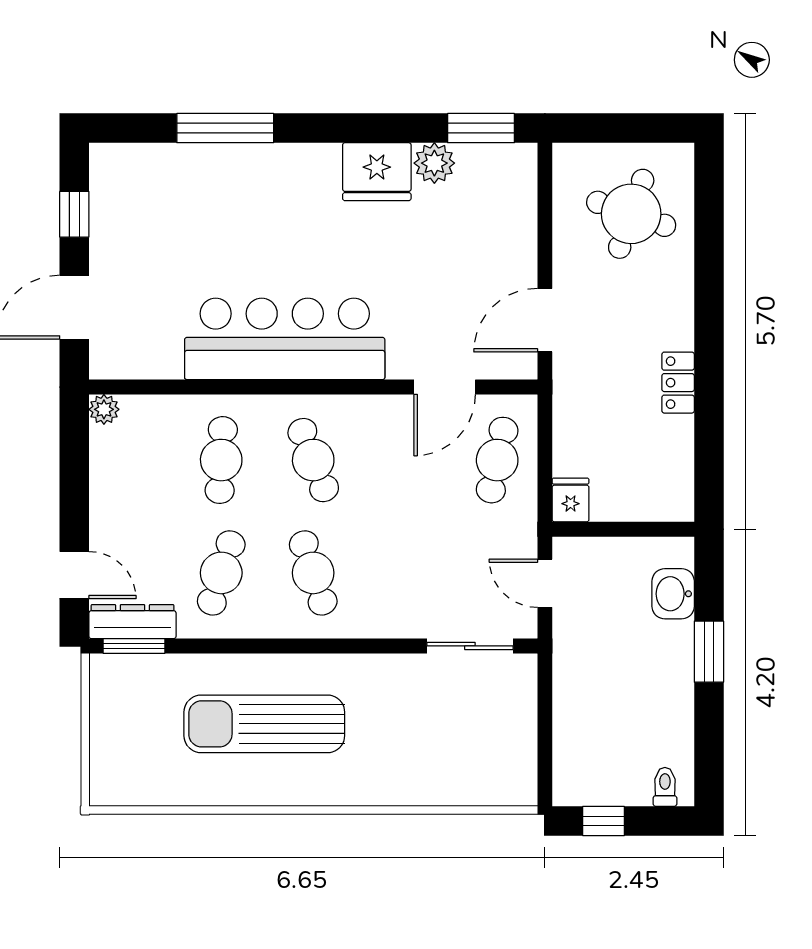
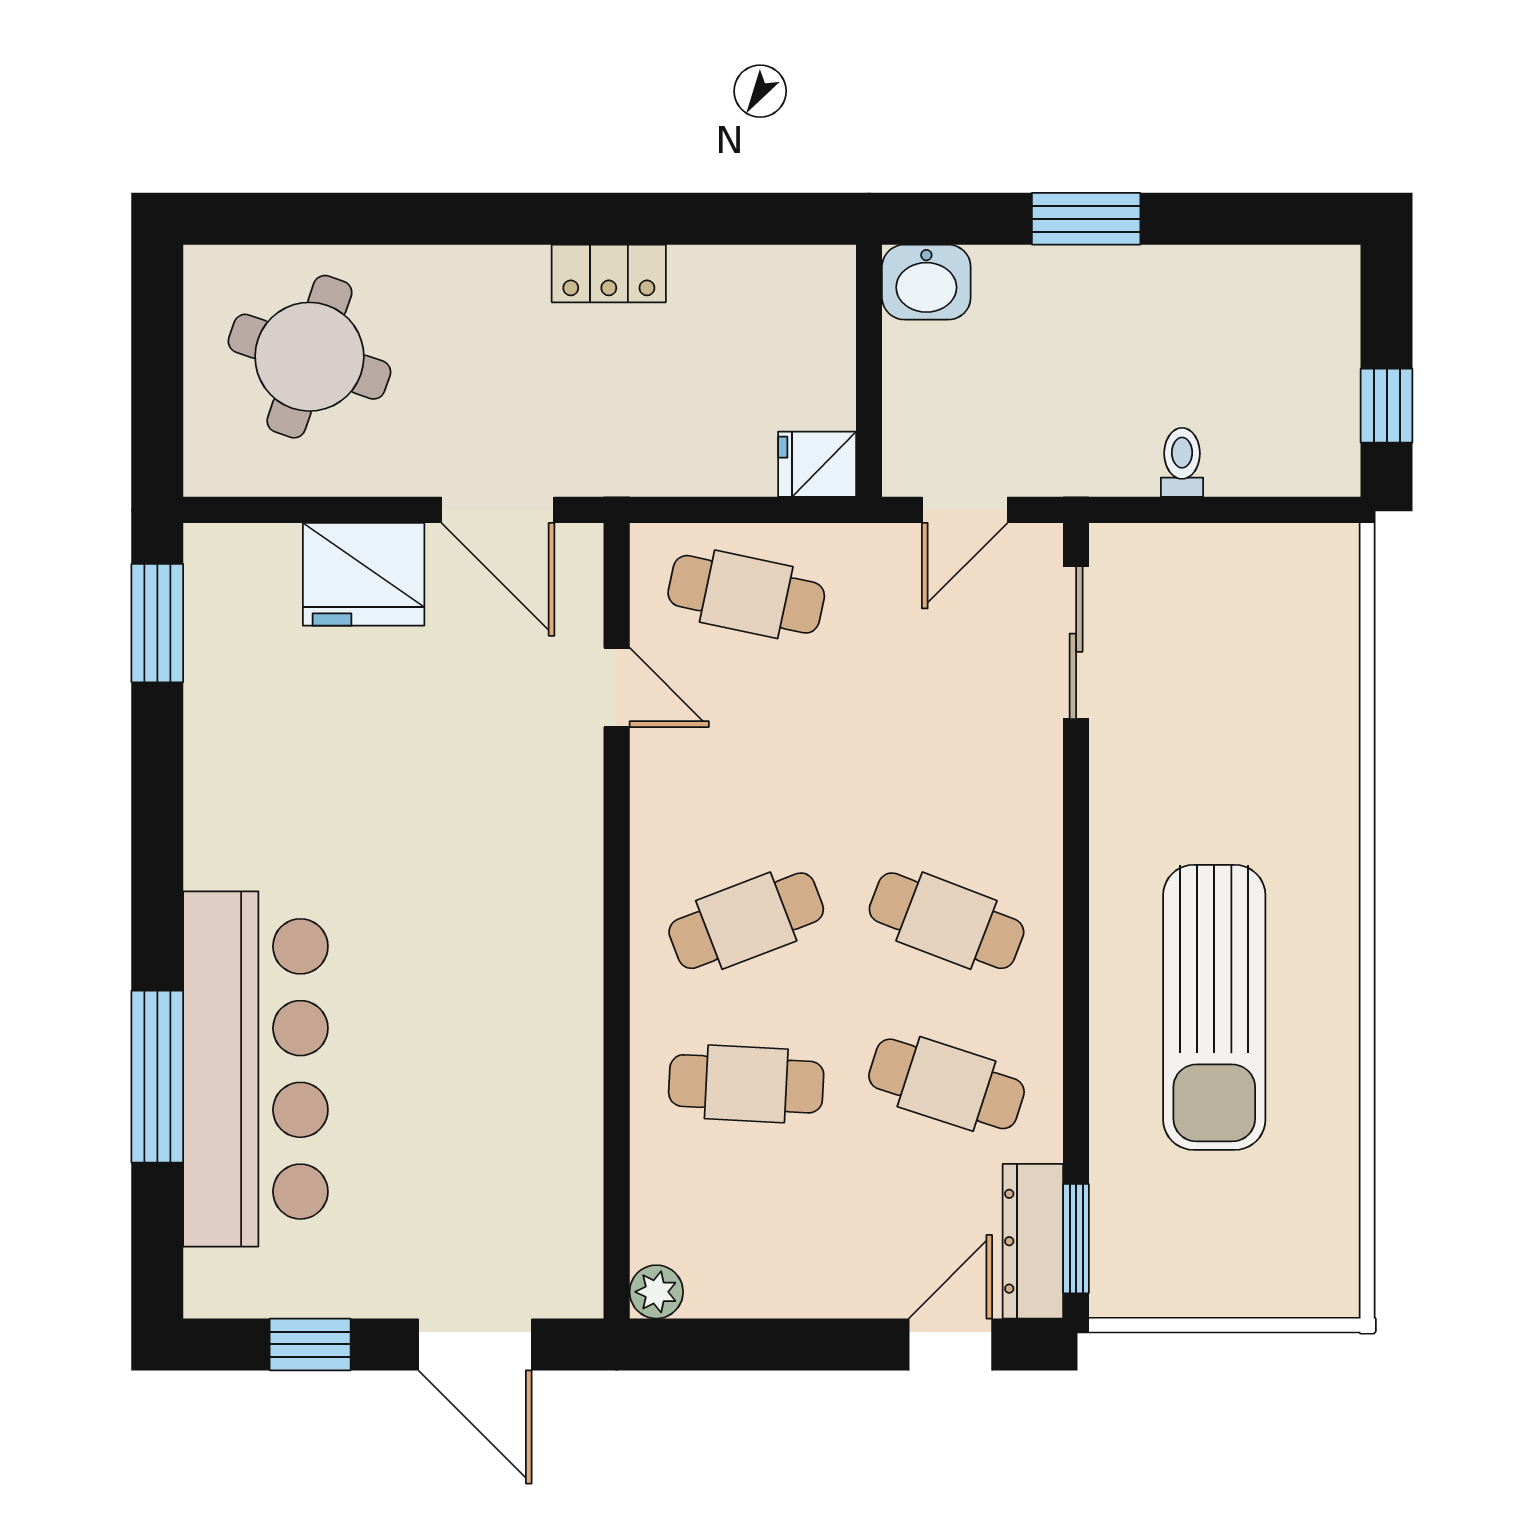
plant: (434, 163) -> (219, 706), removed
fridge: (377, 172) -> (364, 574), moved, turned 90
bar counter: (285, 339) -> (256, 1069), moved, turned 180
door: (445, 387) -> (617, 687), width x0.73
cafe table: (313, 573) -> (947, 921), turned 39
washbasin: (673, 594) -> (926, 282), moved
toilet: (665, 787) -> (1182, 462), moved, turned 90

